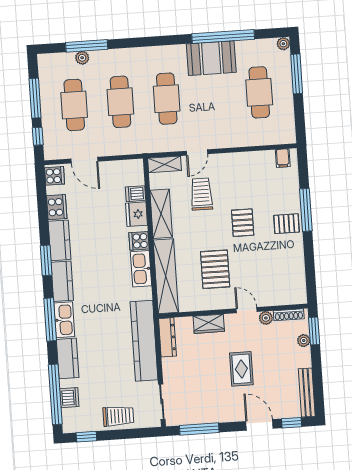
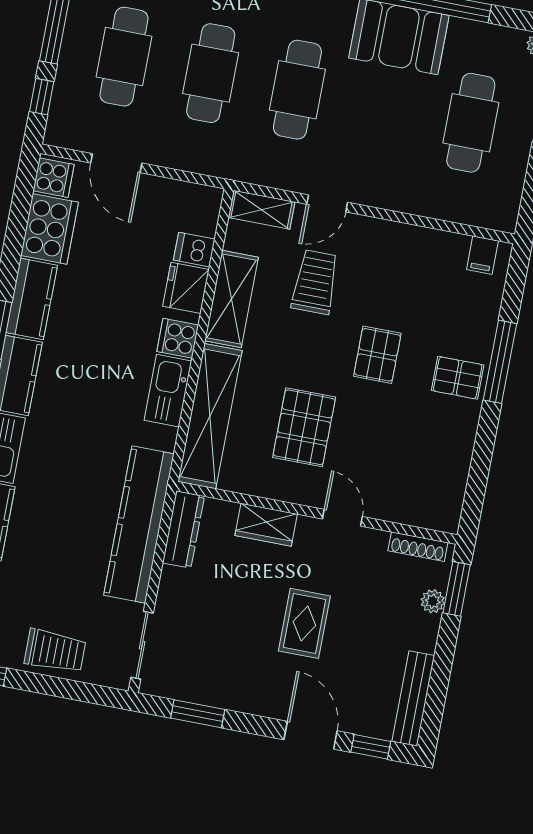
cooker: (57, 207) -> (49, 229), width x1.37, depth x1.31
plant: (266, 318) -> (374, 541), removed
window: (199, 429) -> (198, 714), width x0.69

